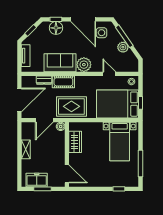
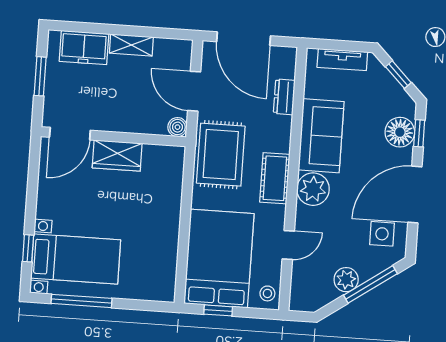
cot: (63, 82) -> (275, 178), moved
wardrobe: (75, 142) -> (117, 156), moved
bed with nightstands: (120, 142) -> (76, 259), moved, turned 180
freezer: (37, 180) -> (84, 48), moved, turned 90

